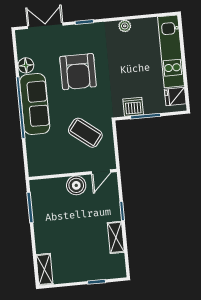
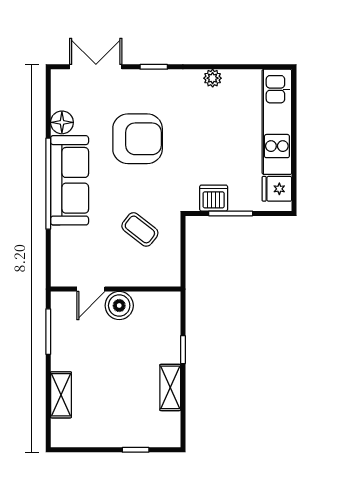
armchair: (78, 72) -> (138, 139), turned -90
coffee table: (85, 133) -> (140, 229), width x0.73, depth x0.77
door: (101, 172) -> (91, 289), moved
shelving: (44, 269) -> (61, 395), moved

